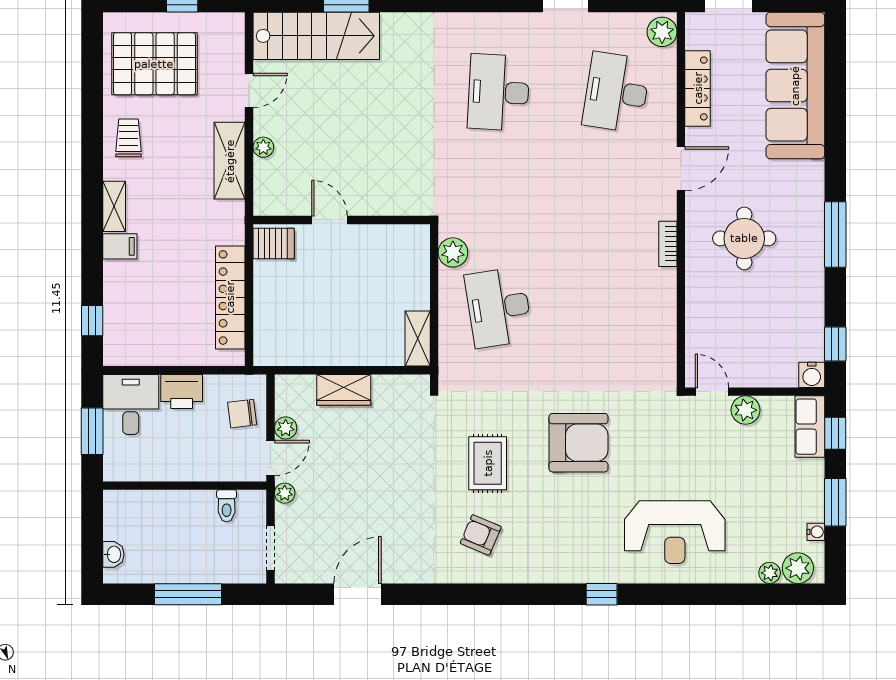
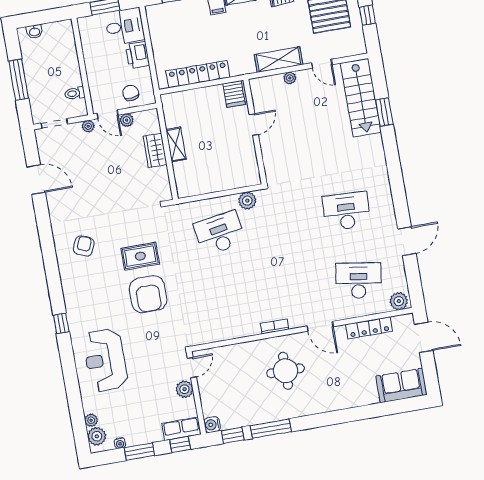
sofa: (795, 86) -> (401, 385), width x0.54, depth x0.79
window: (835, 234) -> (271, 429), moved
shelving: (418, 339) -> (176, 144), moved, turned 90
rug: (488, 463) -> (140, 256), moved

